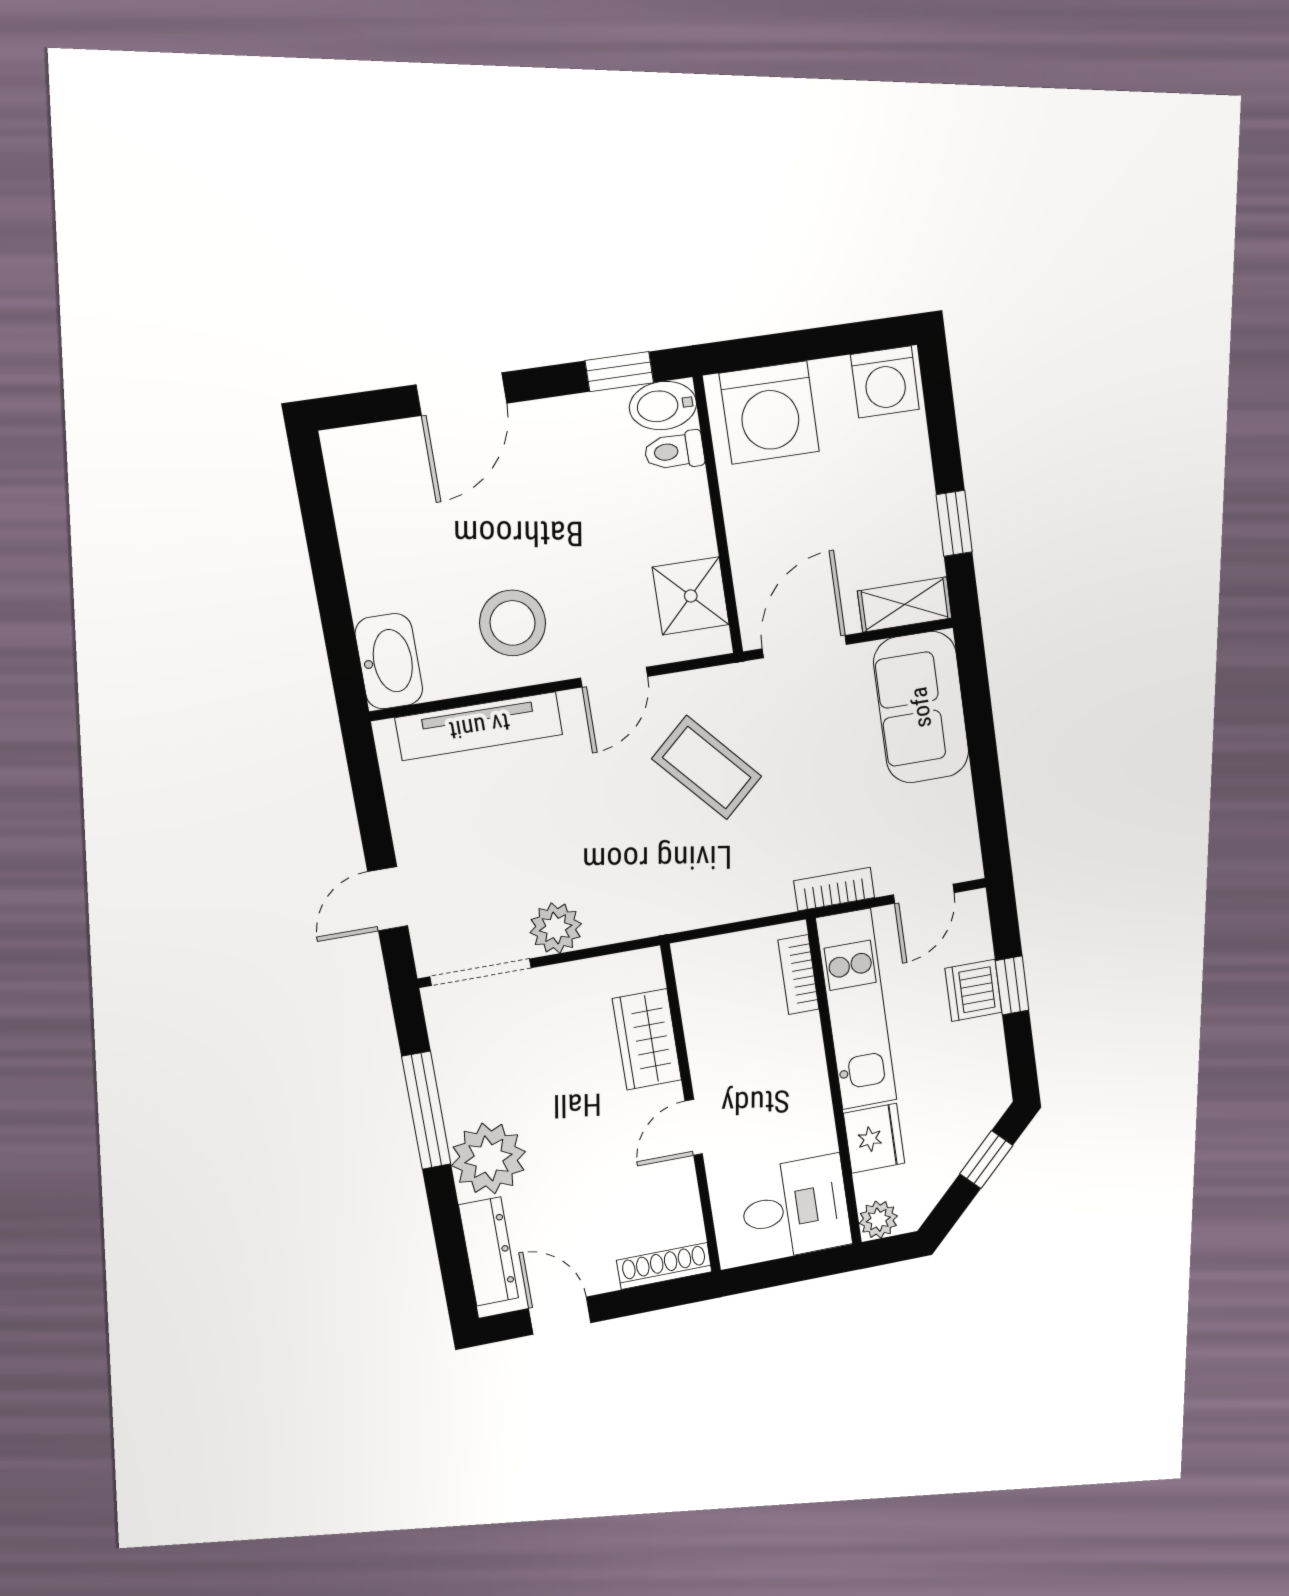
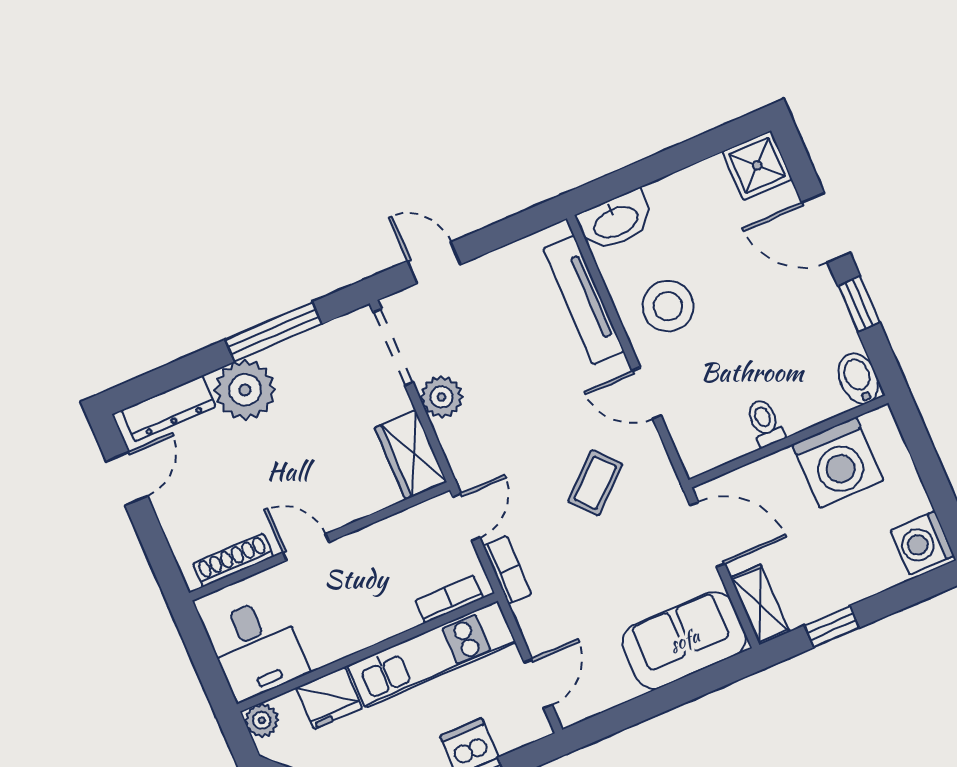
window: (619, 372) -> (859, 304), moved
washing machine: (769, 413) -> (838, 462), moved, turned -90
toilet: (674, 451) -> (765, 423), moved
shower: (691, 596) -> (757, 165), moved
coffee table: (707, 768) -> (595, 483), width x0.73, depth x0.77
bookcase: (834, 889) -> (507, 570), moved
door: (924, 894) -> (538, 683), swing flipped
door: (708, 932) -> (466, 517), added
wardrobe: (647, 1039) -> (411, 454), moved, turned -90
shoe rack: (664, 1266) -> (233, 560), moved, turned -90

